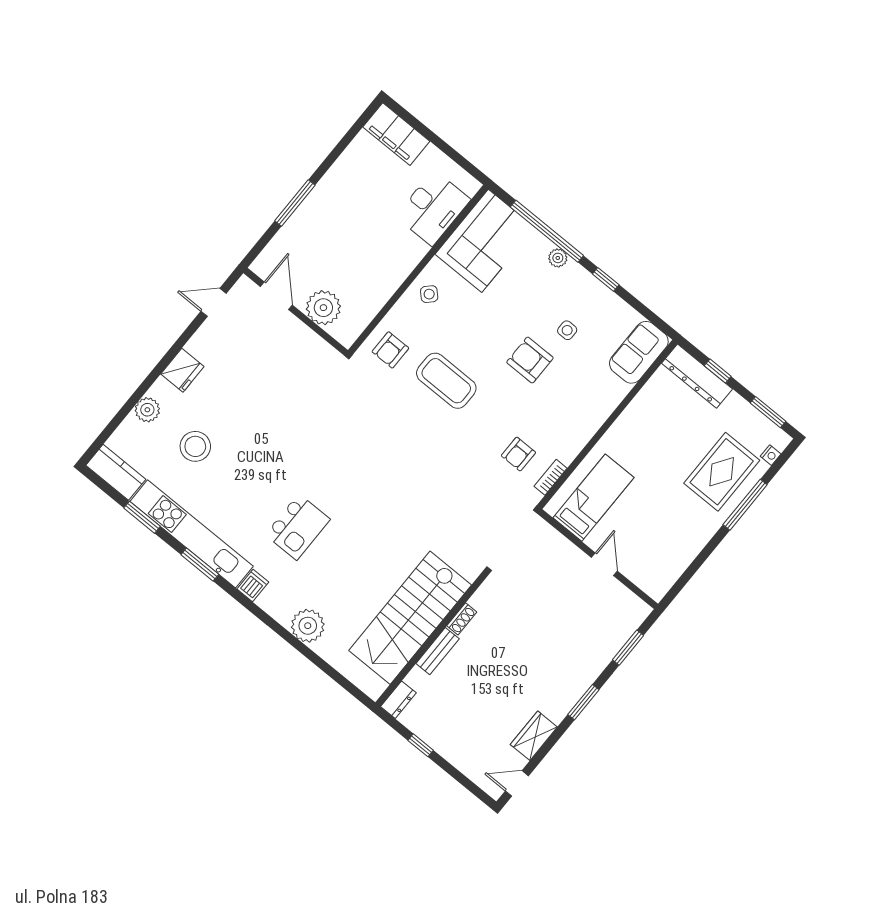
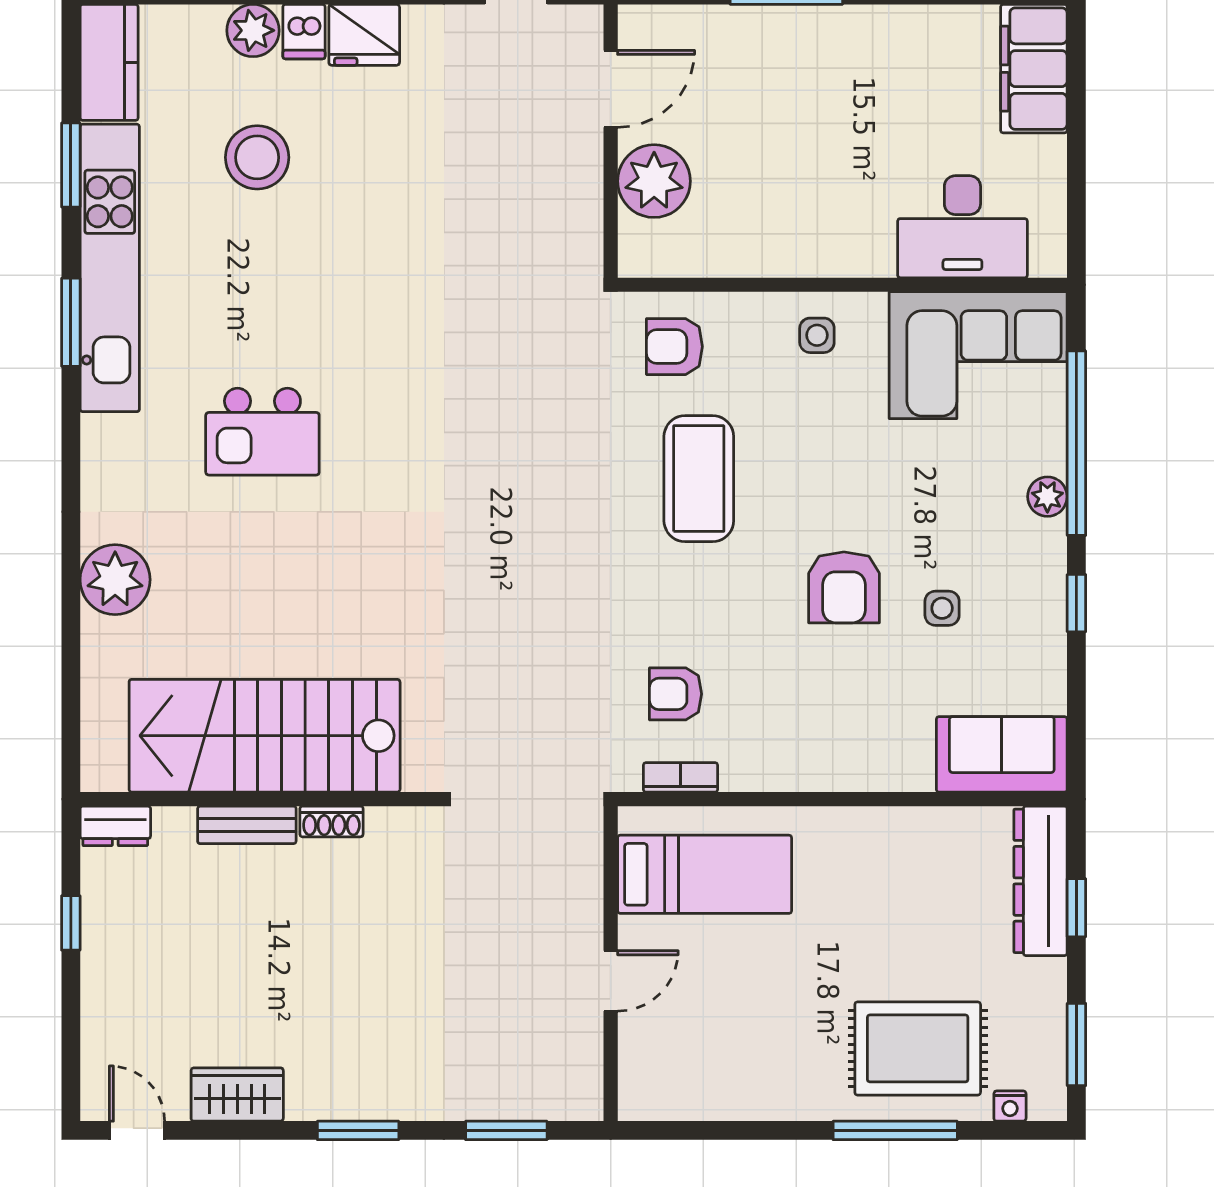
side table: (429, 294) -> (817, 335), turned 45
armchair: (530, 360) -> (844, 587), turned 180
dishwasher: (253, 586) -> (304, 32), moved, turned 90

